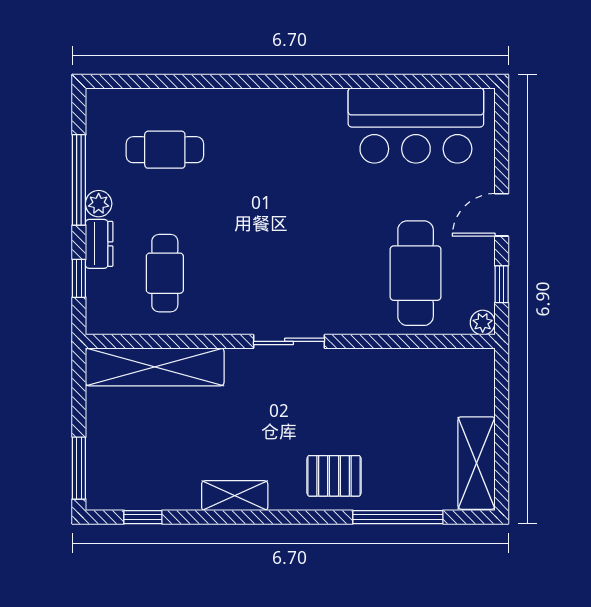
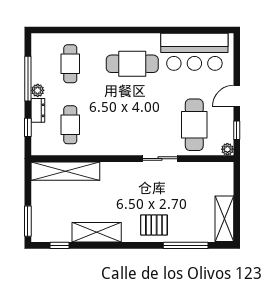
cafe table: (165, 150) -> (70, 64), turned 90
cafe table: (290, 150) -> (132, 64), added
sliding door: (289, 341) -> (160, 159), moved
shelving: (235, 496) -> (97, 232), width x1.50, depth x1.33

